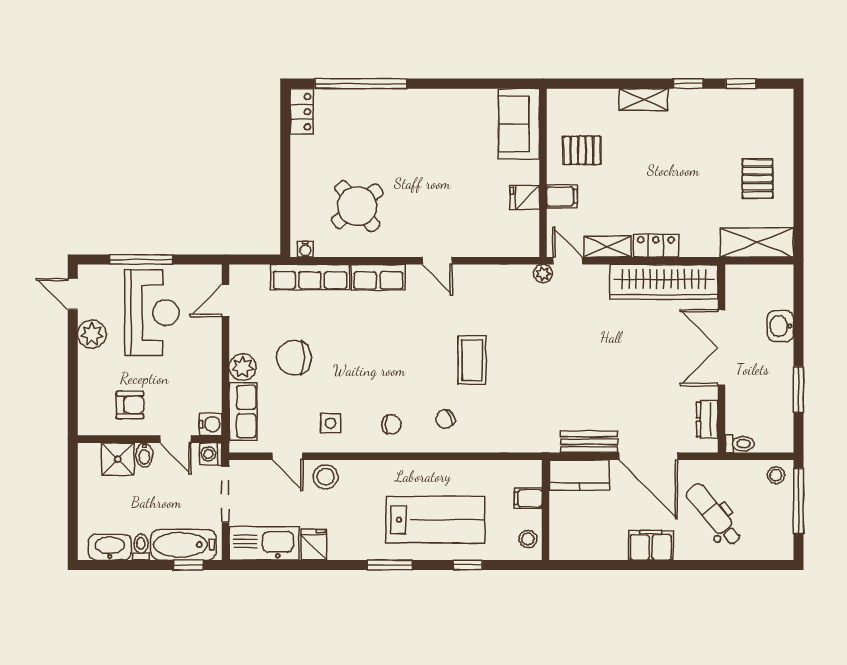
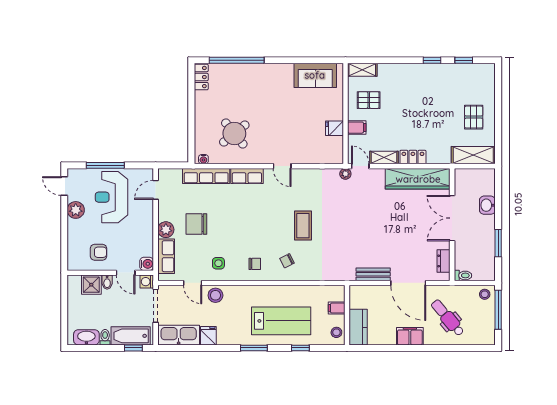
shelving: (644, 100) -> (362, 70), moved
sofa: (519, 124) -> (315, 75), moved, turned -90
reception desk: (152, 313) -> (112, 197), turned 180
kitchen counter: (579, 475) -> (358, 327), moved, turned -90

